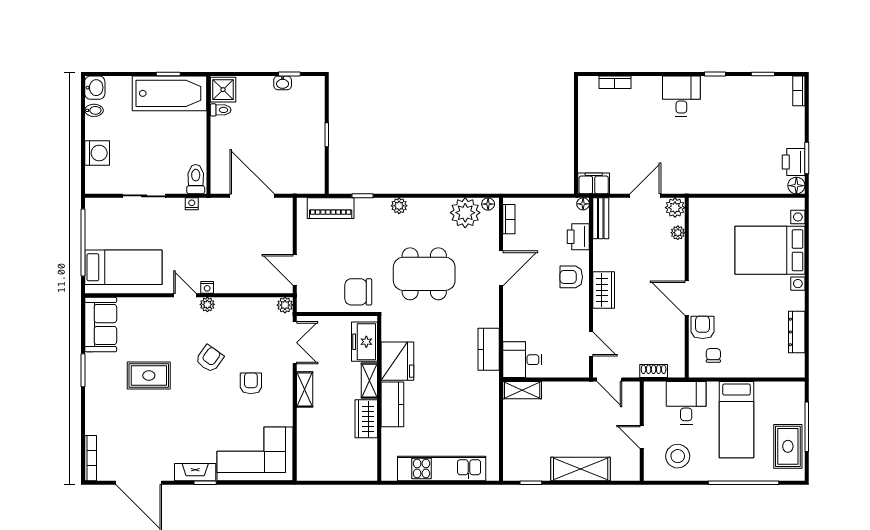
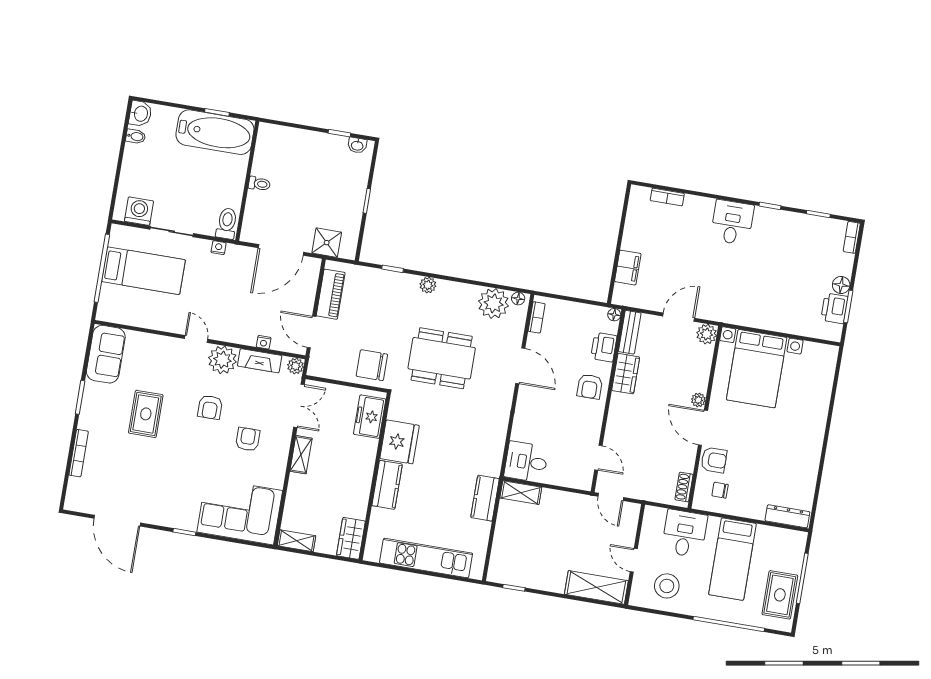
washbasin: (283, 83) -> (357, 145), moved
shower: (223, 90) -> (327, 243), moved
toilet: (221, 110) -> (259, 184), moved
washing machine: (97, 153) -> (139, 211), moved, turned -90
filing cabinet: (594, 183) -> (628, 268), moved, turned 90
floor lamp: (796, 186) -> (841, 285), moved
door: (252, 196) -> (281, 250), swing flipped
piano: (331, 208) -> (331, 294), moved, turned -90
plant: (678, 233) -> (698, 400), moved
bed with nightstands: (770, 250) -> (757, 369), moved, turned -90
bed: (123, 267) -> (143, 271), moved
door: (501, 268) -> (520, 366), hinge flipped
armchair: (571, 277) -> (590, 386), turned -90
nightstand: (207, 287) -> (264, 342), moved
wardrobe: (604, 290) -> (626, 374), moved
plant: (207, 304) -> (222, 360), width x1.88, depth x1.88
armchair: (702, 327) -> (714, 460), turned 90
dresser: (797, 332) -> (787, 516), moved, turned 90
kitchen counter: (489, 349) -> (485, 498), moved
chair: (713, 355) -> (720, 490), turned -90
armchair: (210, 359) -> (210, 407), turned 144
shoe rack: (654, 371) -> (684, 487), moved, turned -90
rug: (149, 375) -> (146, 414), turned 90
shelving: (369, 381) -> (296, 541), moved, turned 90
wardrobe: (366, 419) -> (351, 538), moved
bookcase: (91, 458) -> (79, 453), moved
shelving: (581, 469) -> (596, 587), moved
fireplace: (195, 472) -> (260, 361), moved, turned 180

